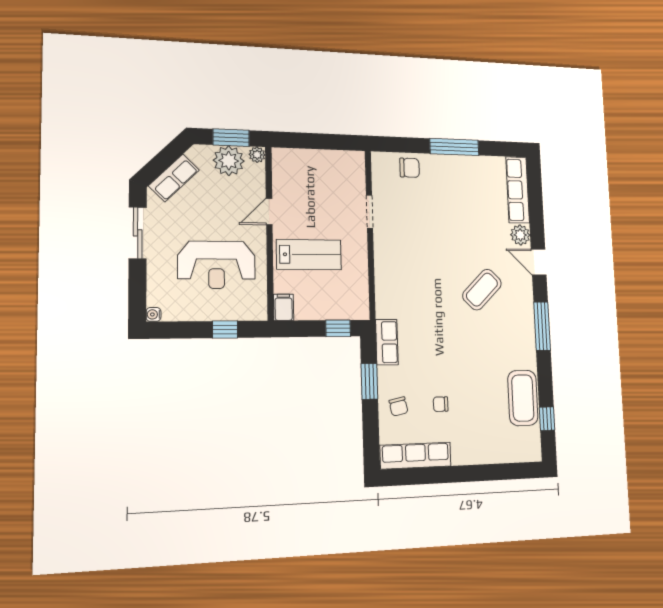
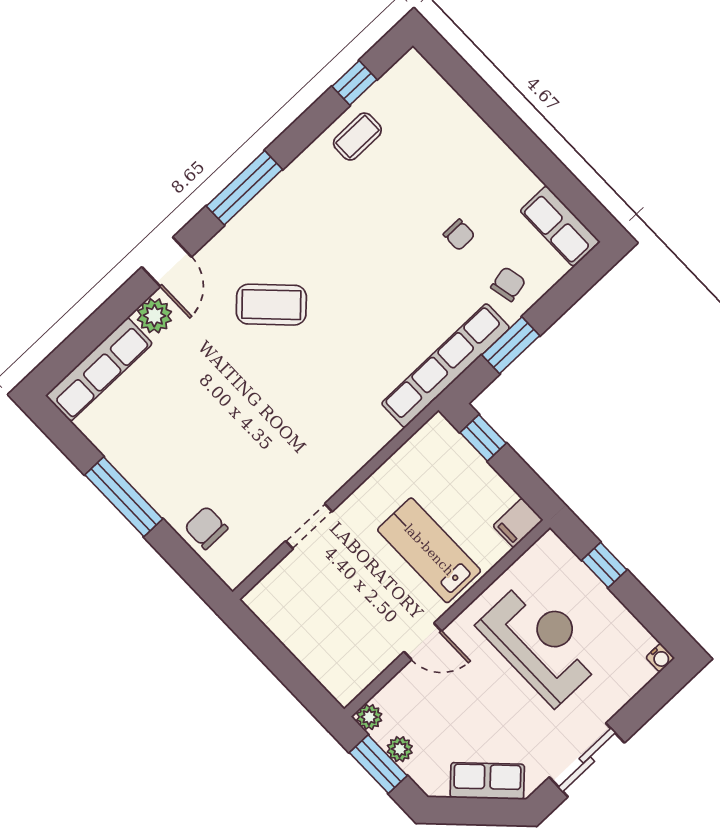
plant: (229, 161) -> (400, 749), width x0.53, depth x0.53
row of seats: (387, 342) -> (446, 366), width x2.02
coffee table: (523, 398) -> (357, 137), width x0.54, depth x0.58
row of seats: (416, 456) -> (560, 226), width x0.68

